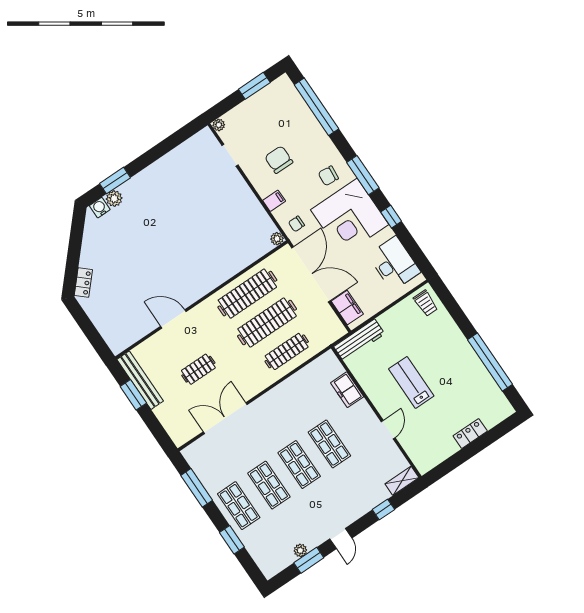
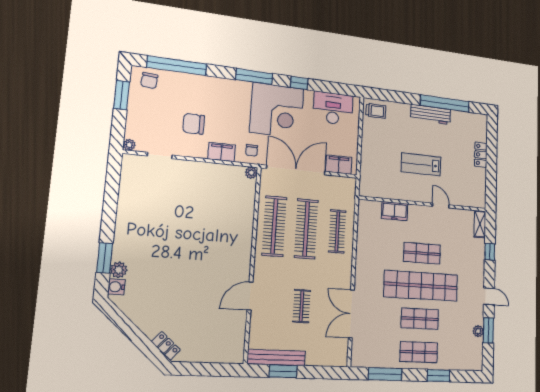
chair: (328, 176) -> (149, 81), moved
filing cabinet: (274, 201) -> (222, 152), width x2.00
workbench: (359, 340) -> (431, 114), moved, turned 90
shop shelf: (299, 465) -> (421, 286), width x2.00, depth x1.36

